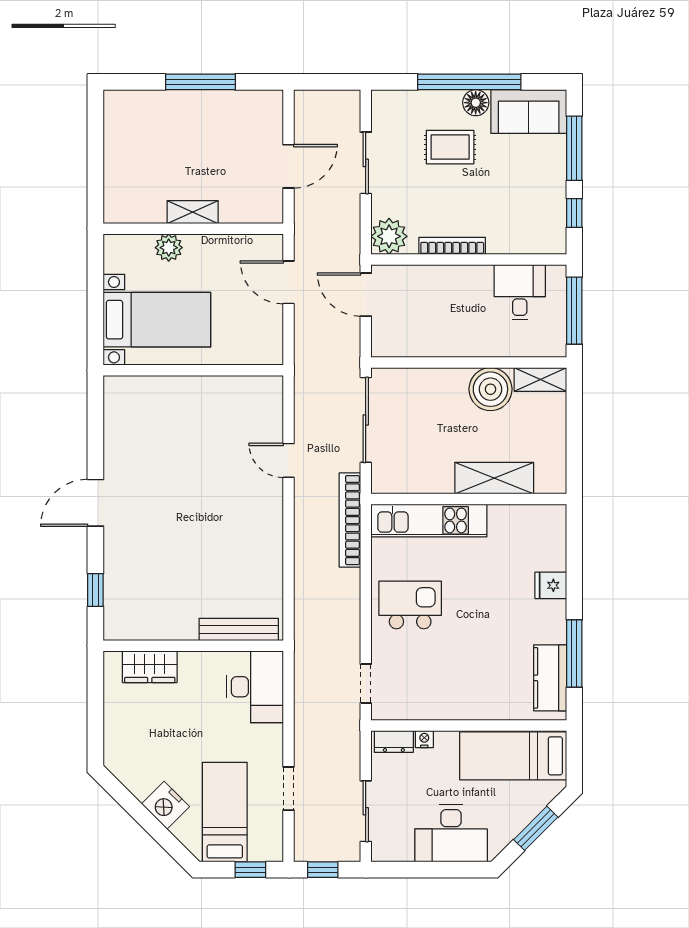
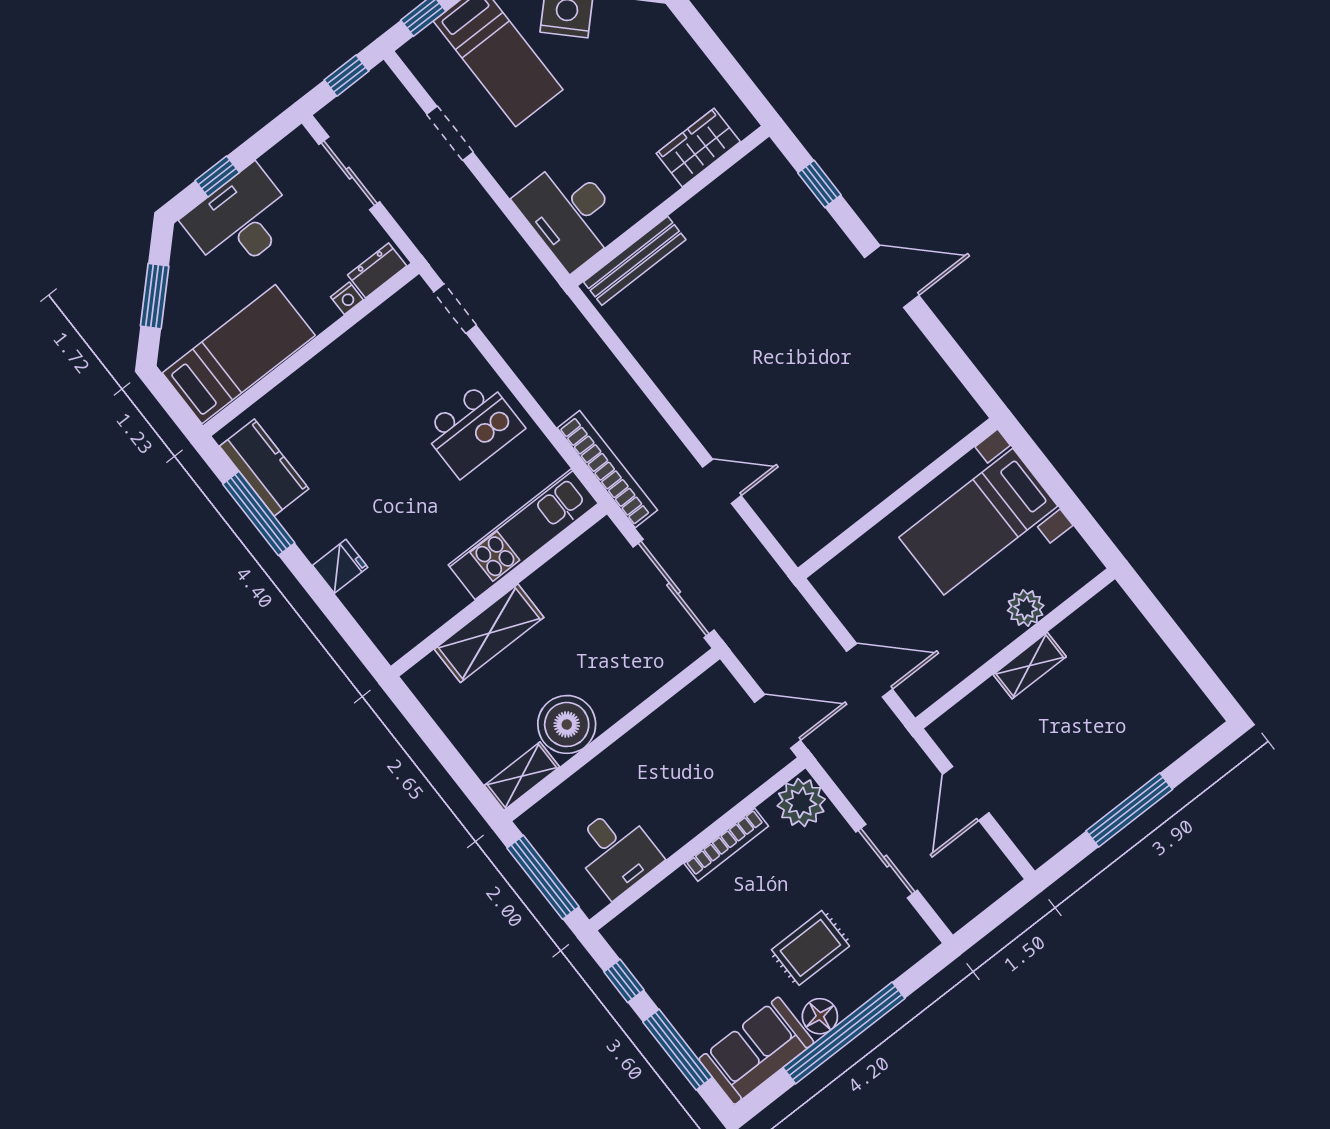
door: (95, 503) -> (892, 276), hinge flipped
window: (444, 870) -> (217, 176), added

